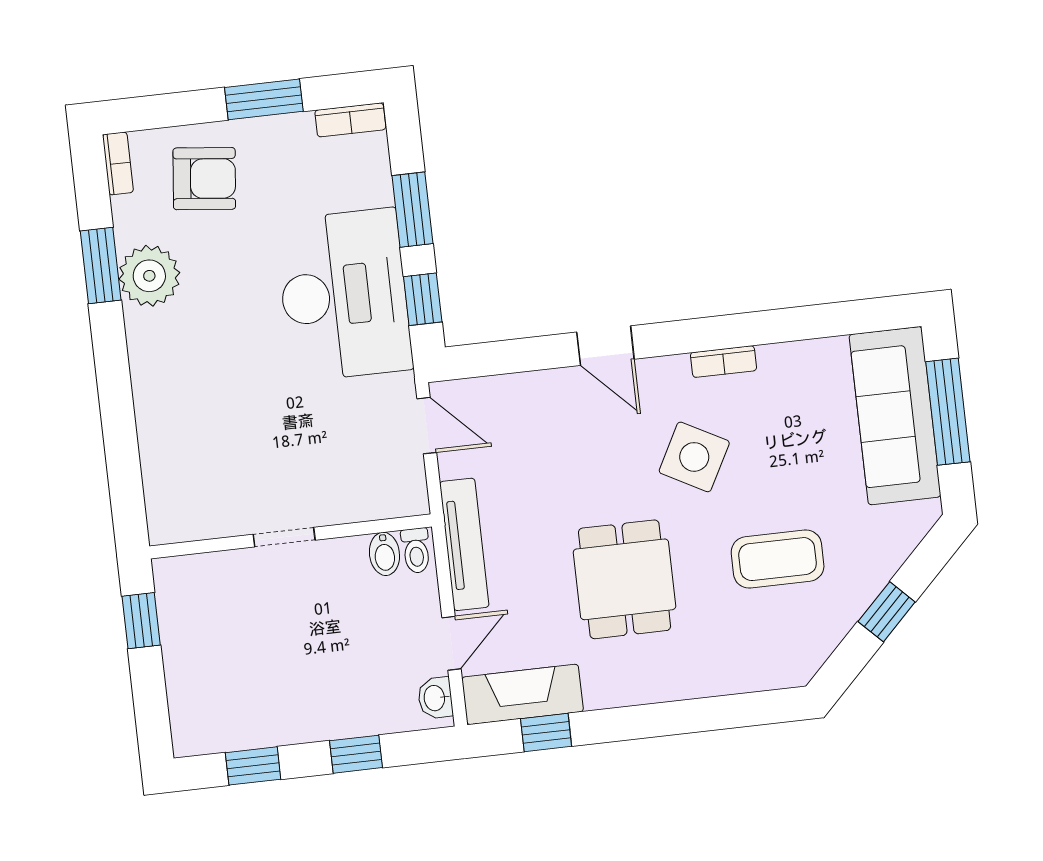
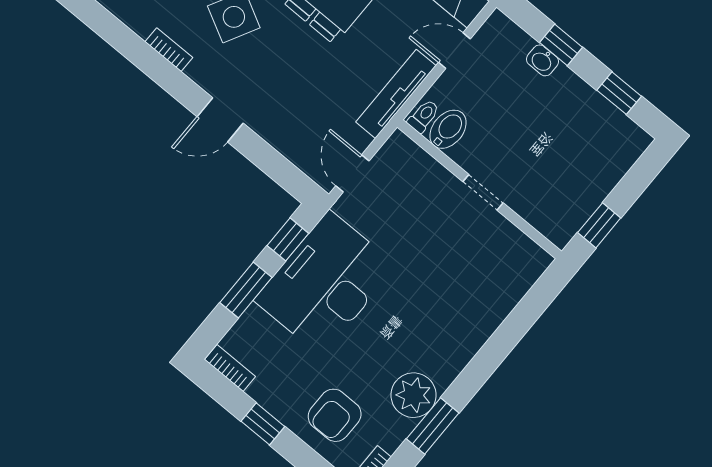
window: (264, 99) -> (263, 424), width x0.67
armchair: (204, 179) -> (335, 415), turned -96
door: (605, 346) -> (220, 120), swing flipped
bidet: (384, 554) -> (448, 129), width x1.38, depth x1.36
washbasin: (435, 698) -> (542, 60), moved, turned 90

